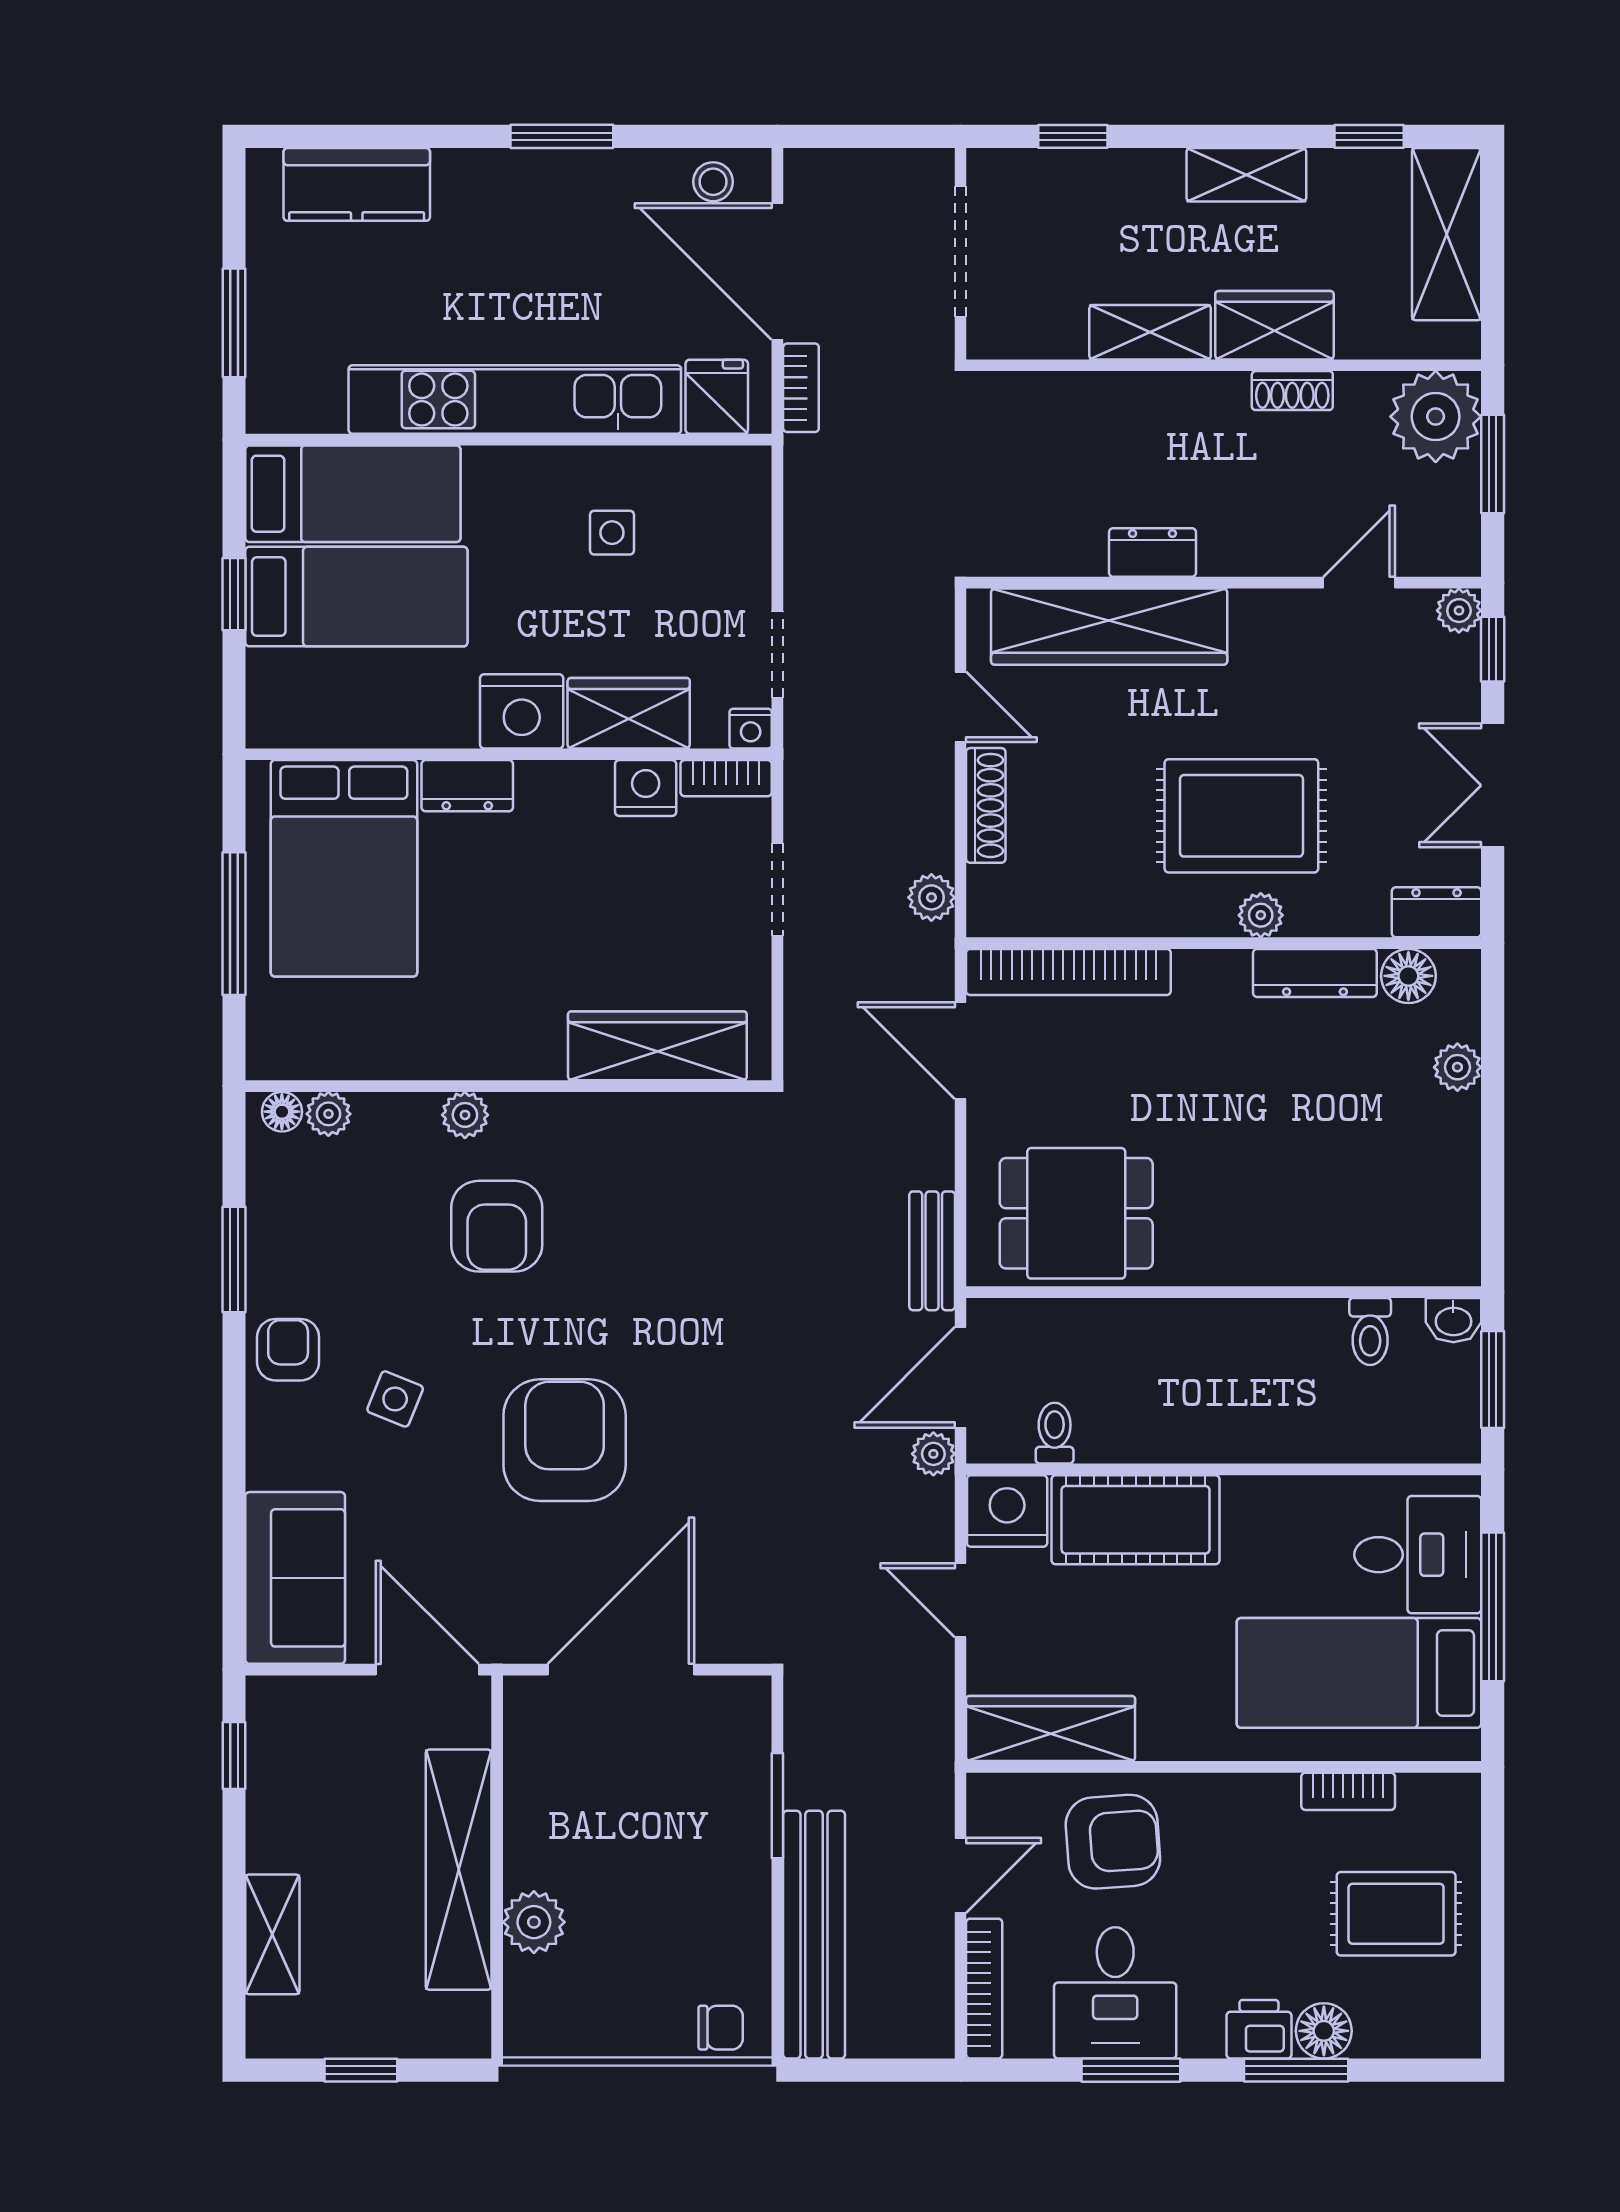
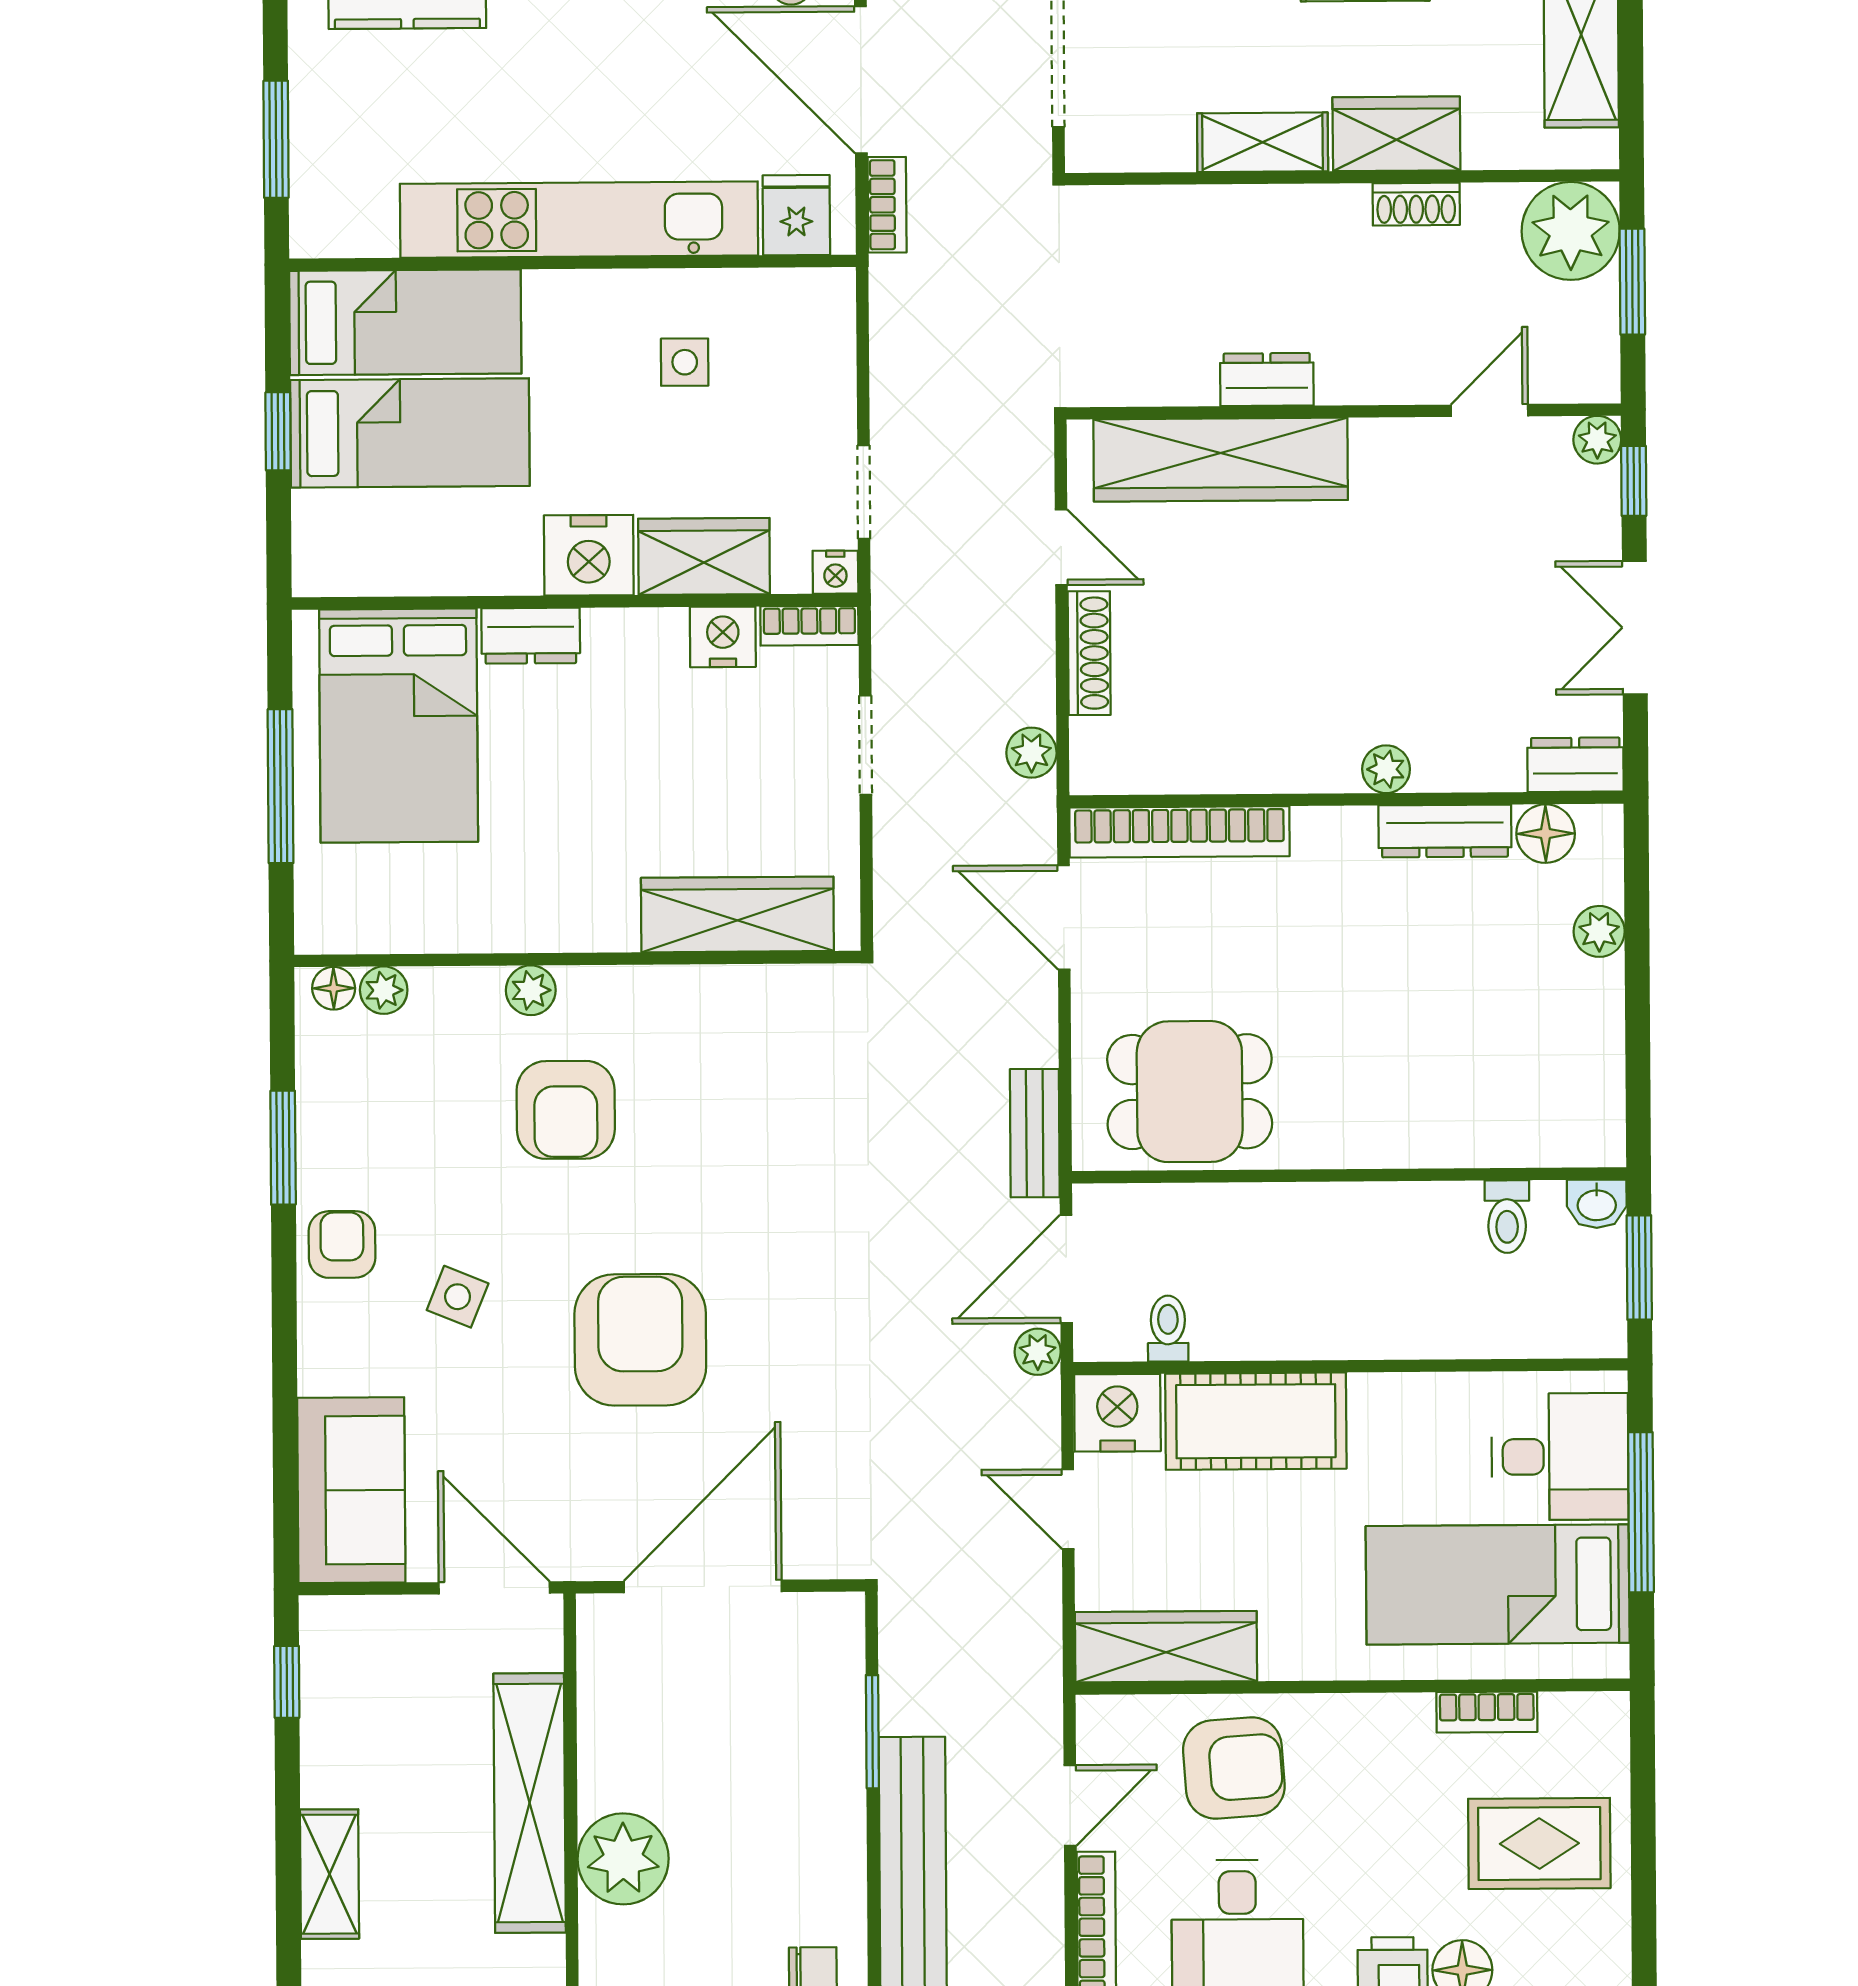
rug: (1241, 816) -> (1365, 662), removed
plant: (534, 1922) -> (623, 1859), width x1.36, depth x1.36

